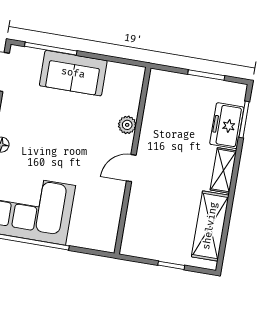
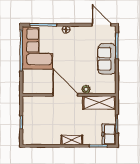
freezer: (227, 126) -> (109, 134), moved, turned -90
door: (131, 168) -> (65, 95), width x1.88
shelving: (210, 226) -> (99, 103), moved

